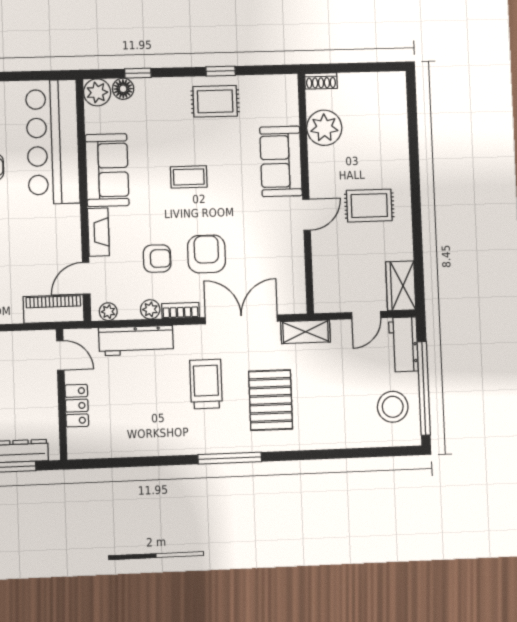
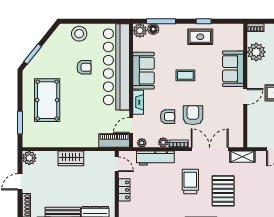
window: (138, 73) -> (161, 21), width x2.17
bar counter: (53, 142) -> (116, 67), width x1.36

